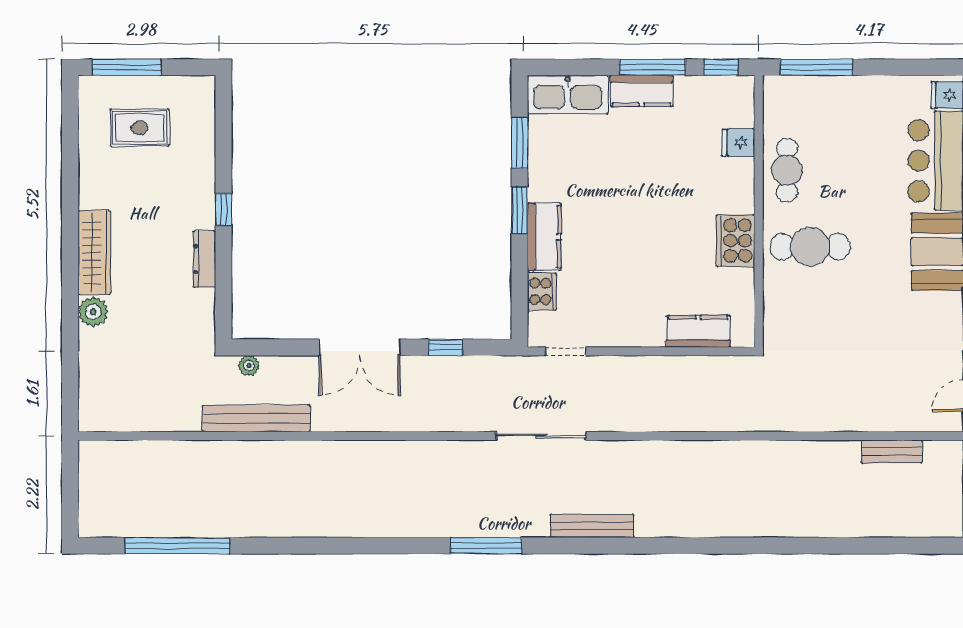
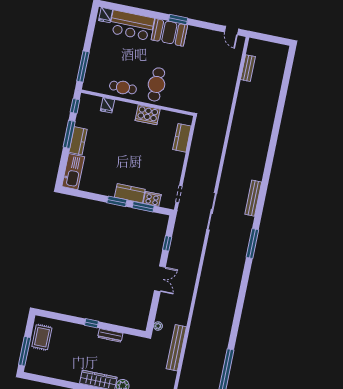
rug: (140, 128) -> (42, 337), moved
window: (519, 143) -> (143, 207), moved
double door: (360, 347) -> (160, 279), width x0.73
bench: (256, 419) -> (176, 348), moved

